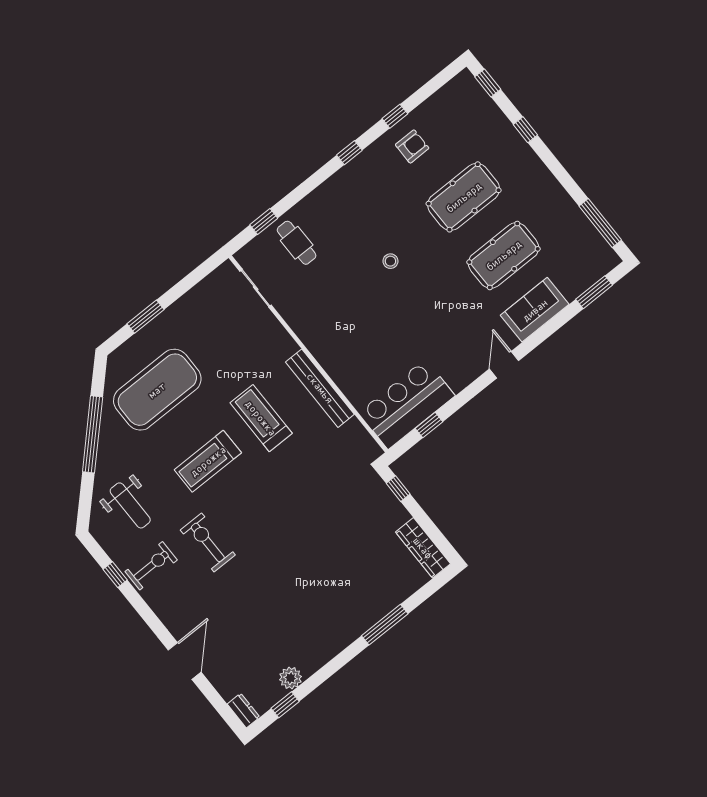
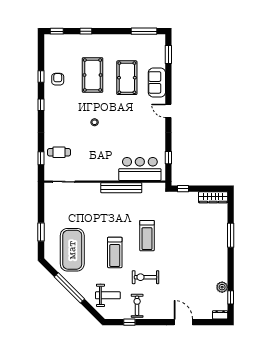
bar counter: (407, 404) -> (140, 169), moved, turned 90
treadmill: (261, 418) -> (147, 236), moved, turned -90

